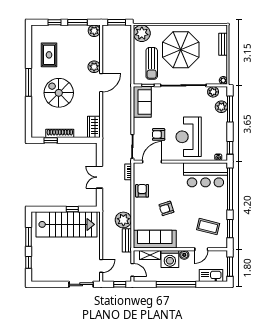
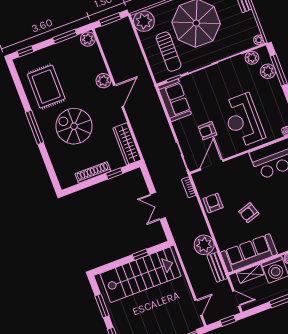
window: (54, 22) -> (25, 51), moved
rug: (49, 55) -> (46, 87), width x1.36, depth x1.43
wardrobe: (94, 127) -> (127, 144), width x1.50
window: (51, 140) -> (114, 174), moved

